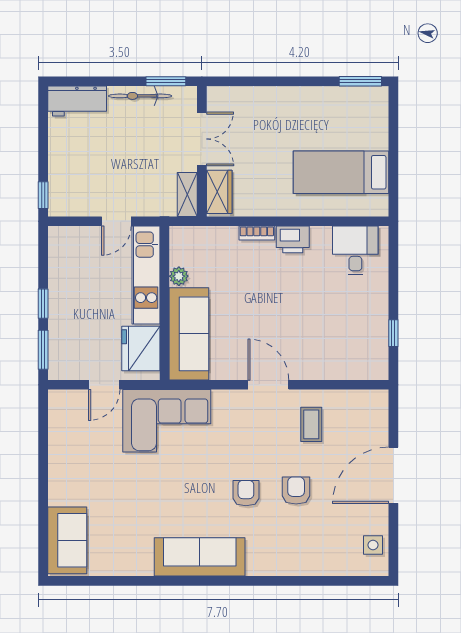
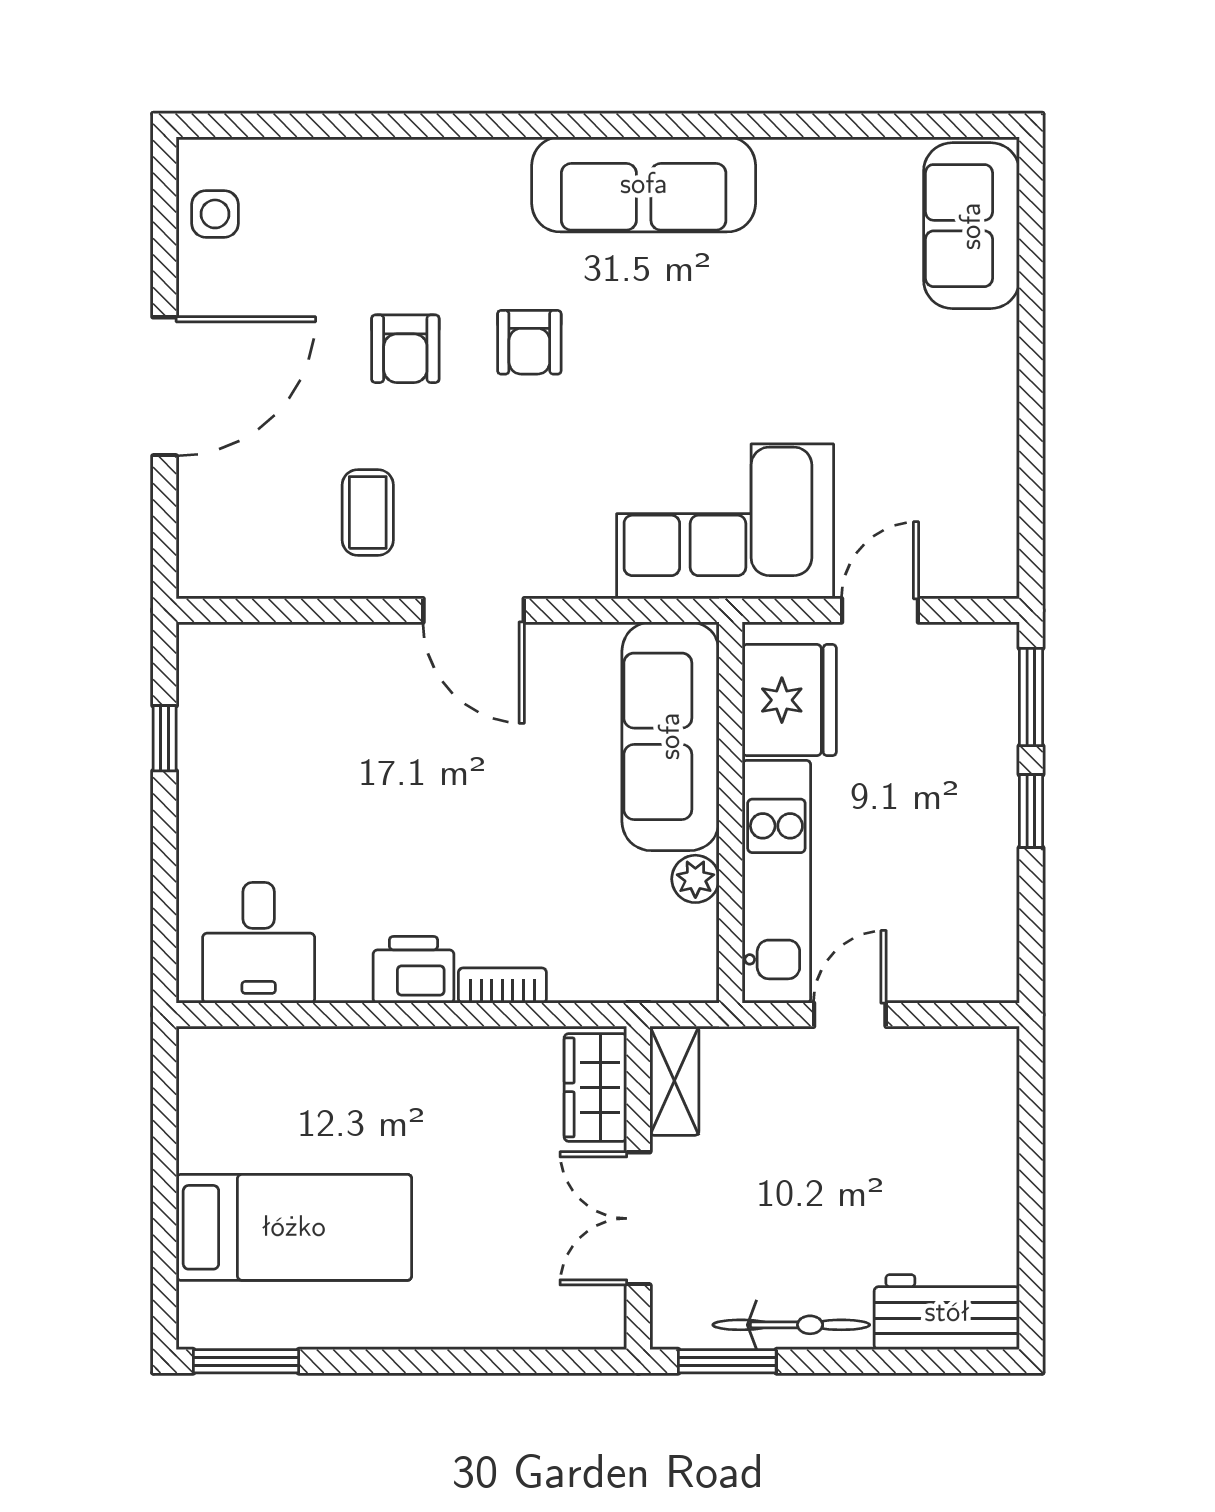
bed: (341, 172) -> (294, 1227), moved
window: (43, 195) -> (1031, 1080), removed

